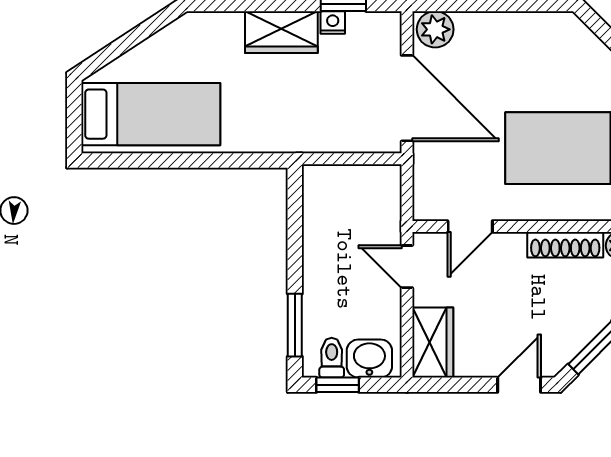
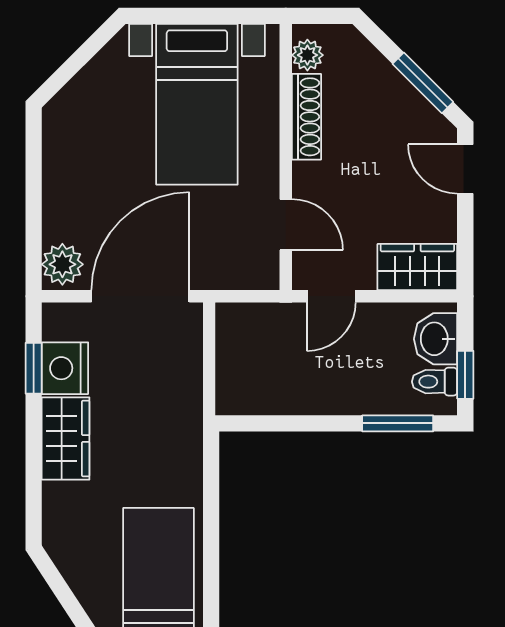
nightstand: (333, 23) -> (65, 368), width x1.89, depth x1.79

